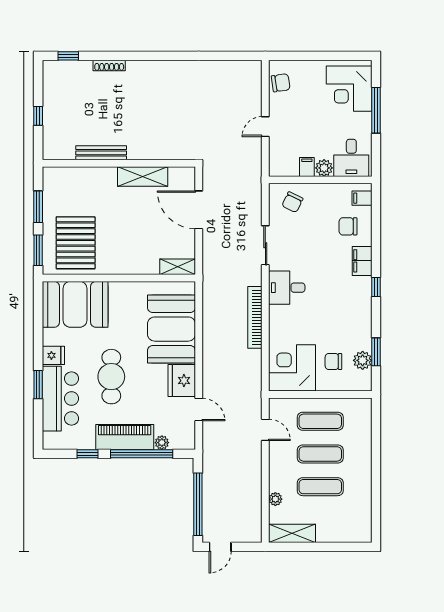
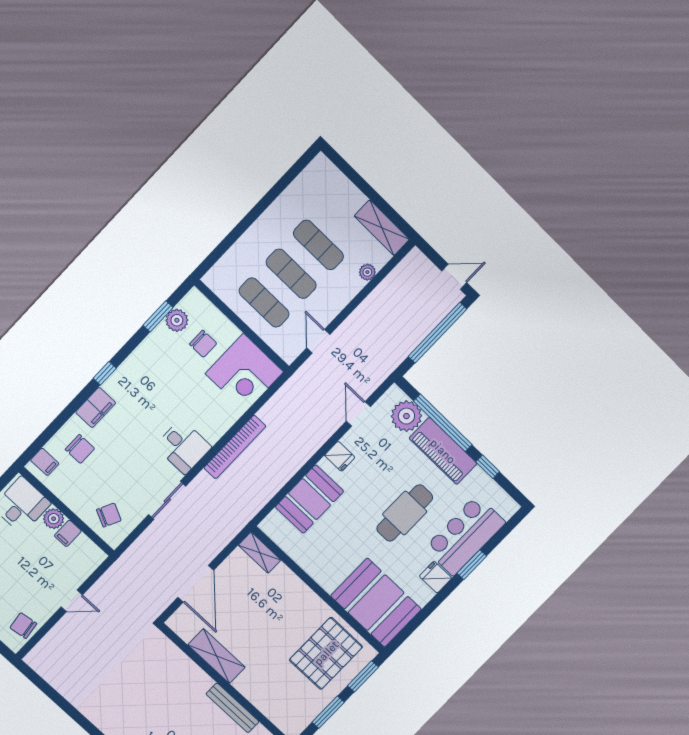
booth: (171, 329) -> (309, 499), width x0.73, depth x0.70
fridge: (182, 381) -> (340, 456), width x0.53, depth x0.75
plant: (162, 443) -> (406, 416), width x1.87, depth x1.87

